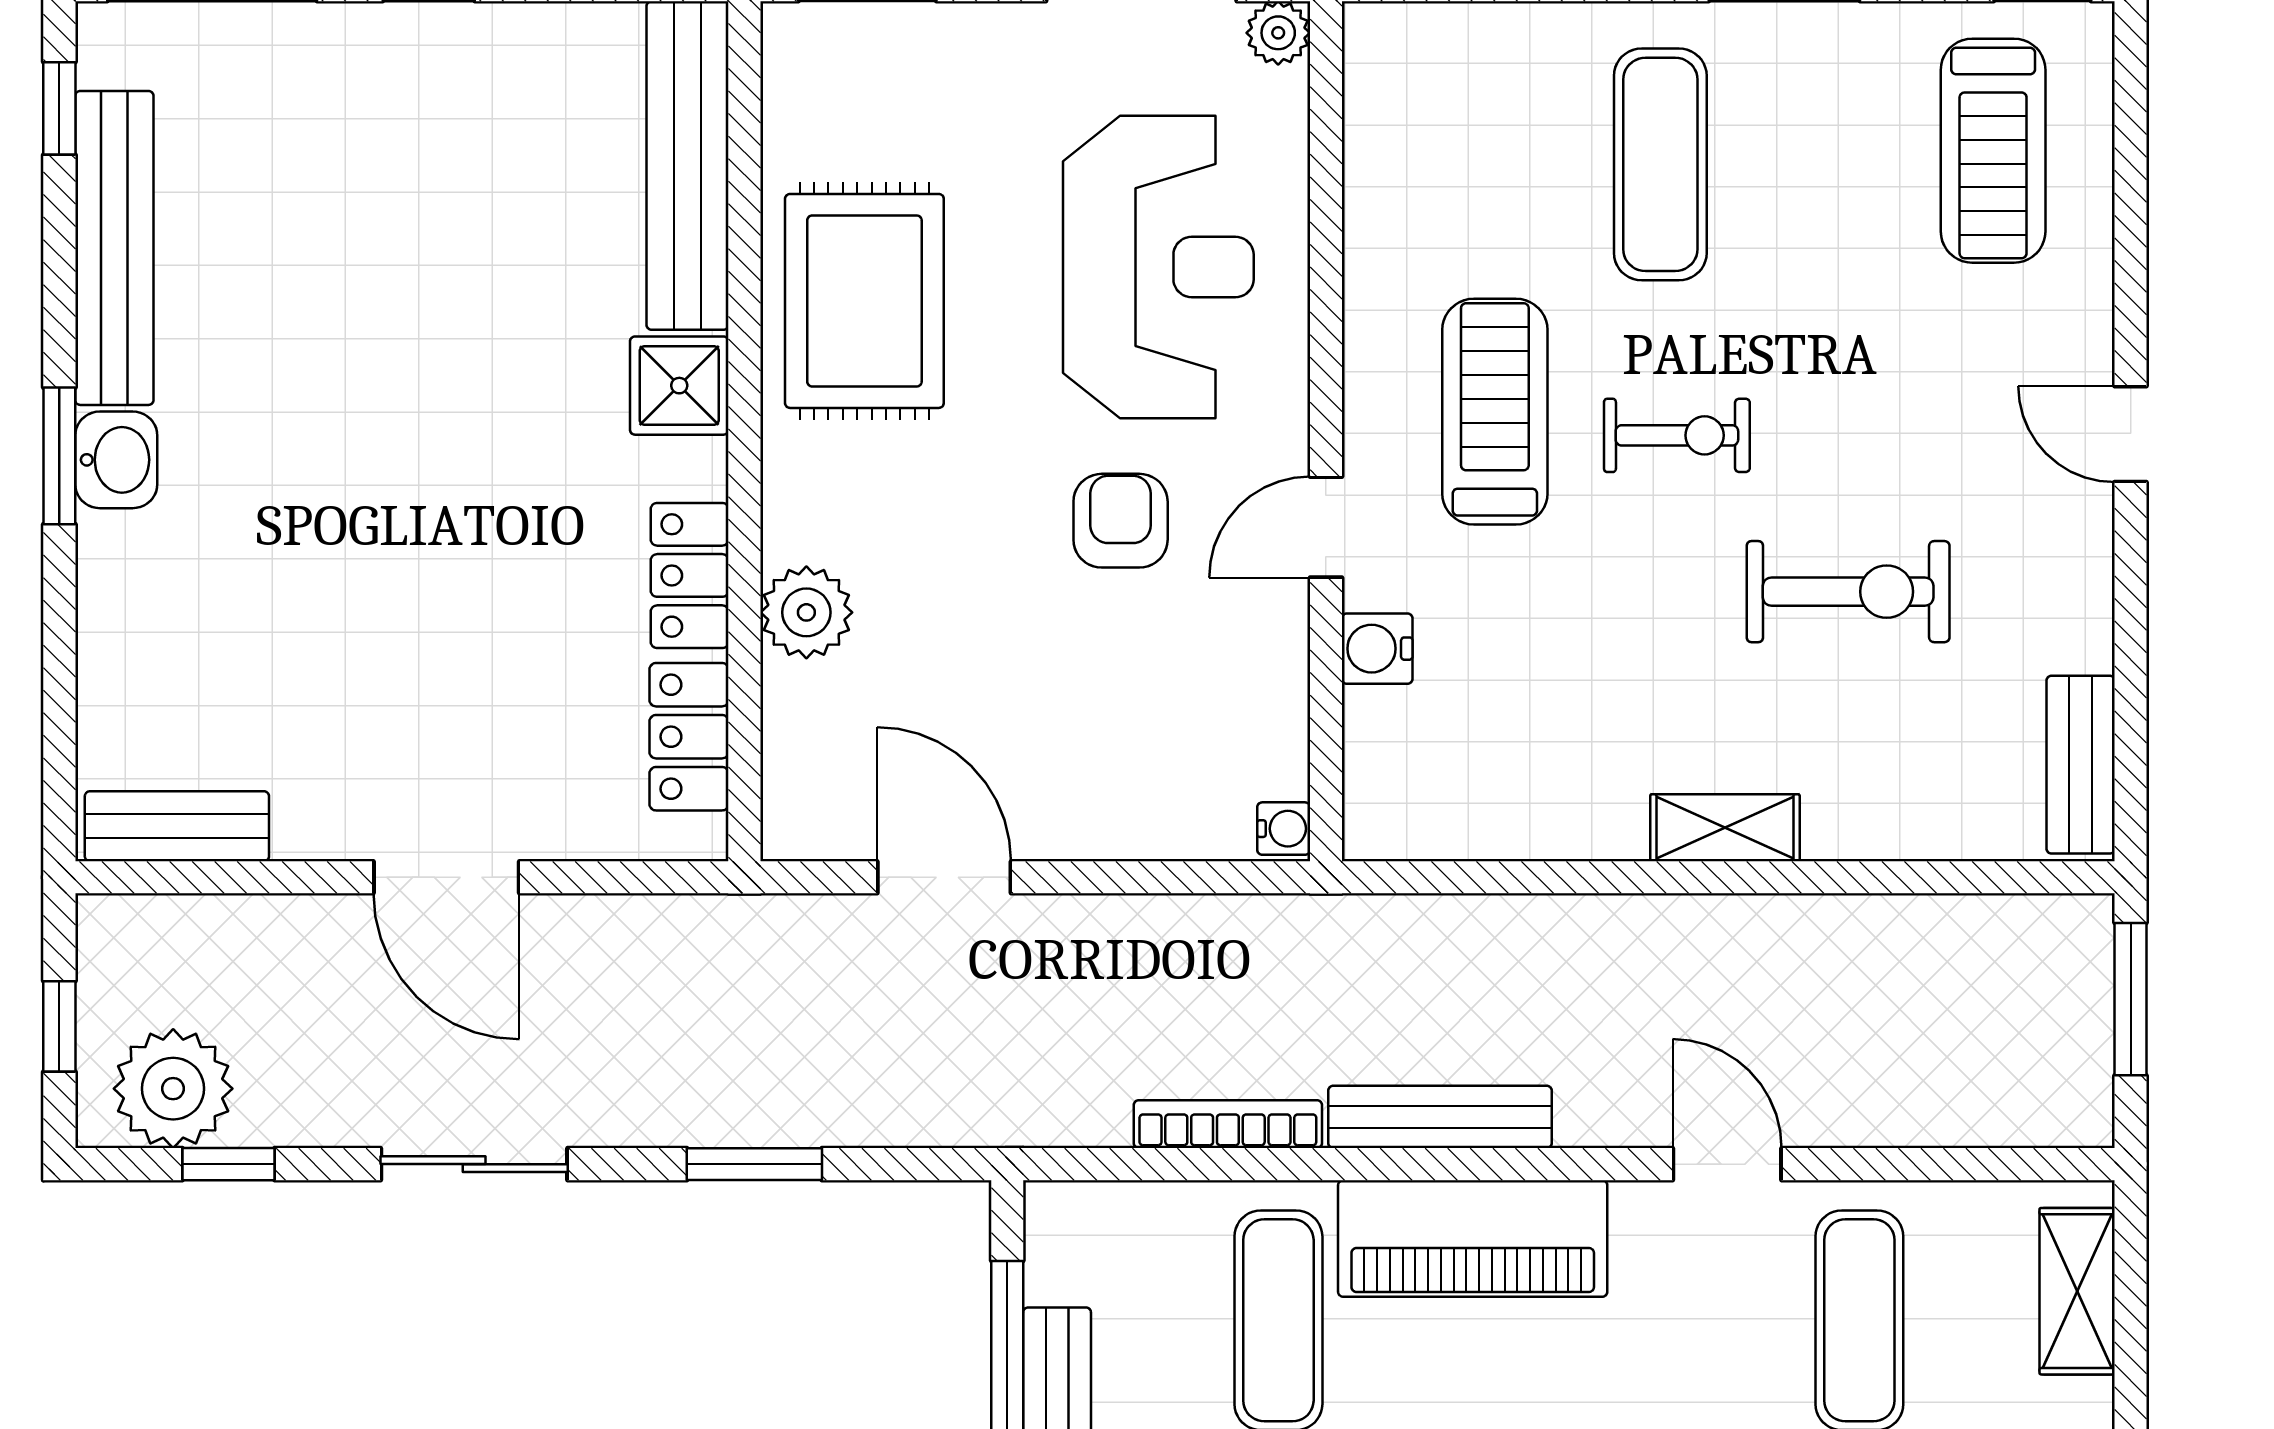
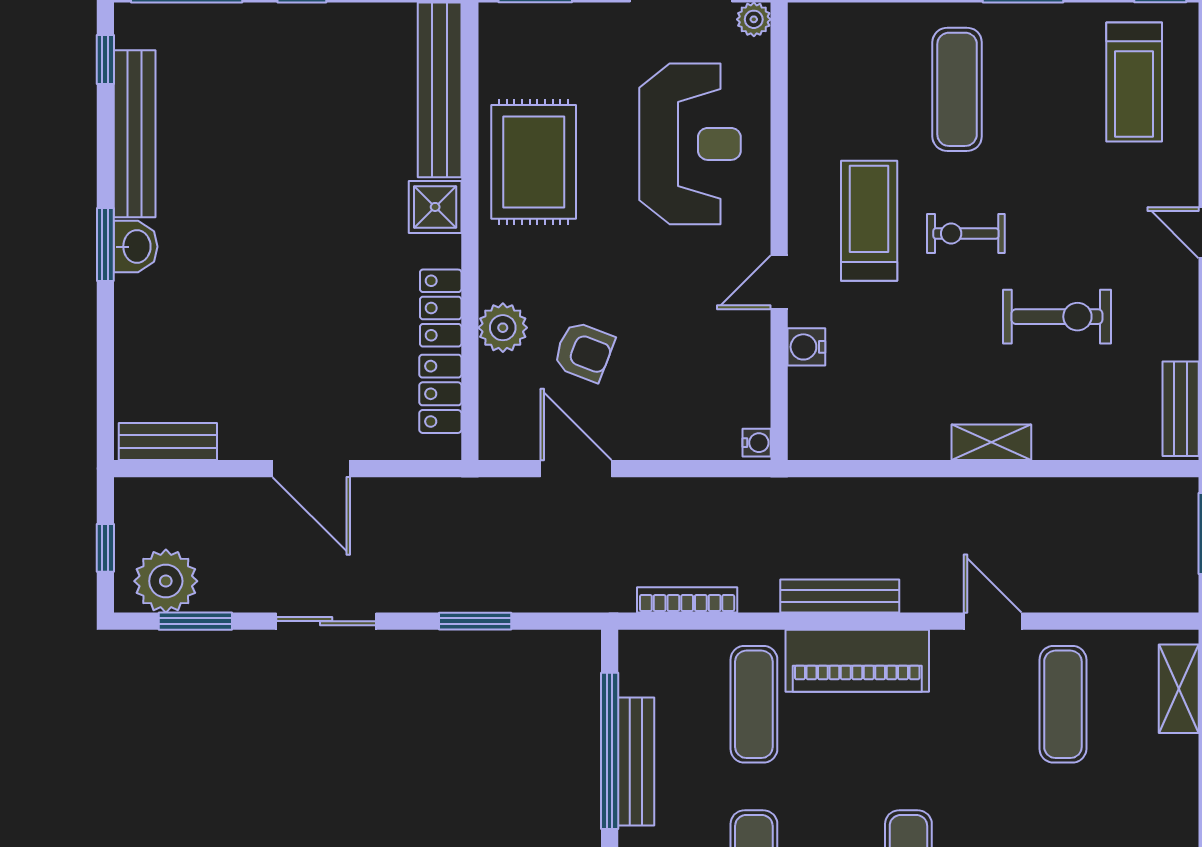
exercise bike: (1677, 435) -> (966, 233), turned 180
armchair: (1121, 521) -> (584, 352), moved, turned 111
bookcase: (1228, 1124) -> (687, 600), moved
window: (229, 1164) -> (195, 621), width x1.50

